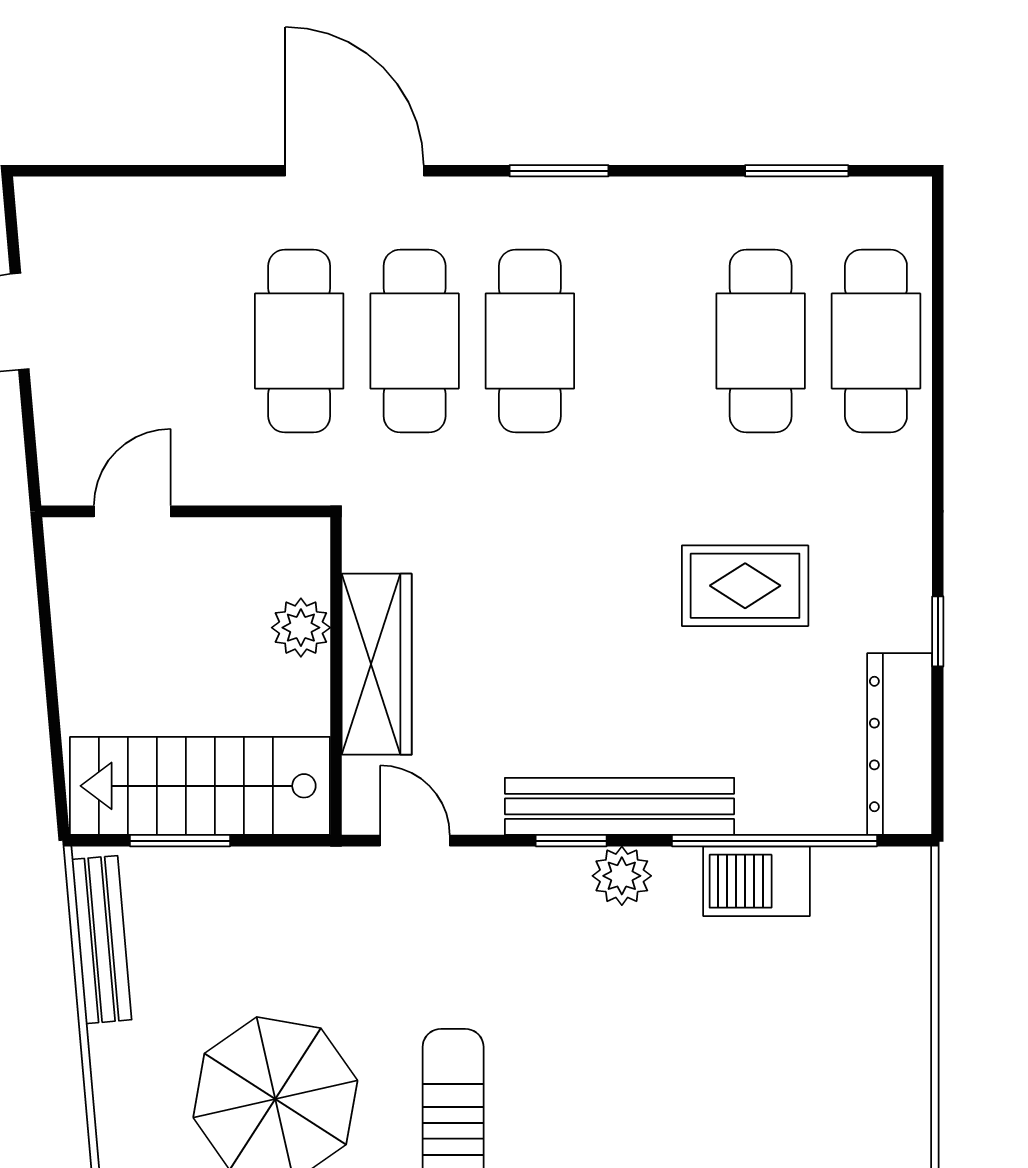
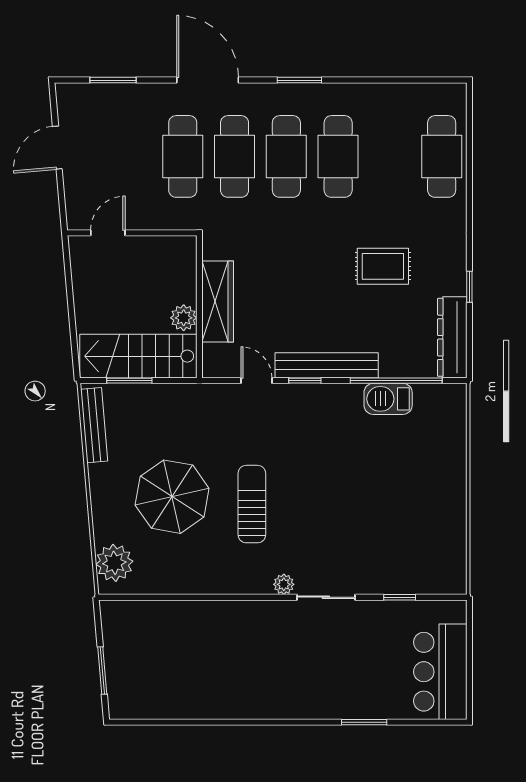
window: (797, 171) -> (113, 80), moved
cafe table: (761, 341) -> (338, 156), moved
plant: (301, 628) -> (184, 318), moved
door: (415, 841) -> (256, 381), moved
plant: (622, 876) -> (328, 396), removed

